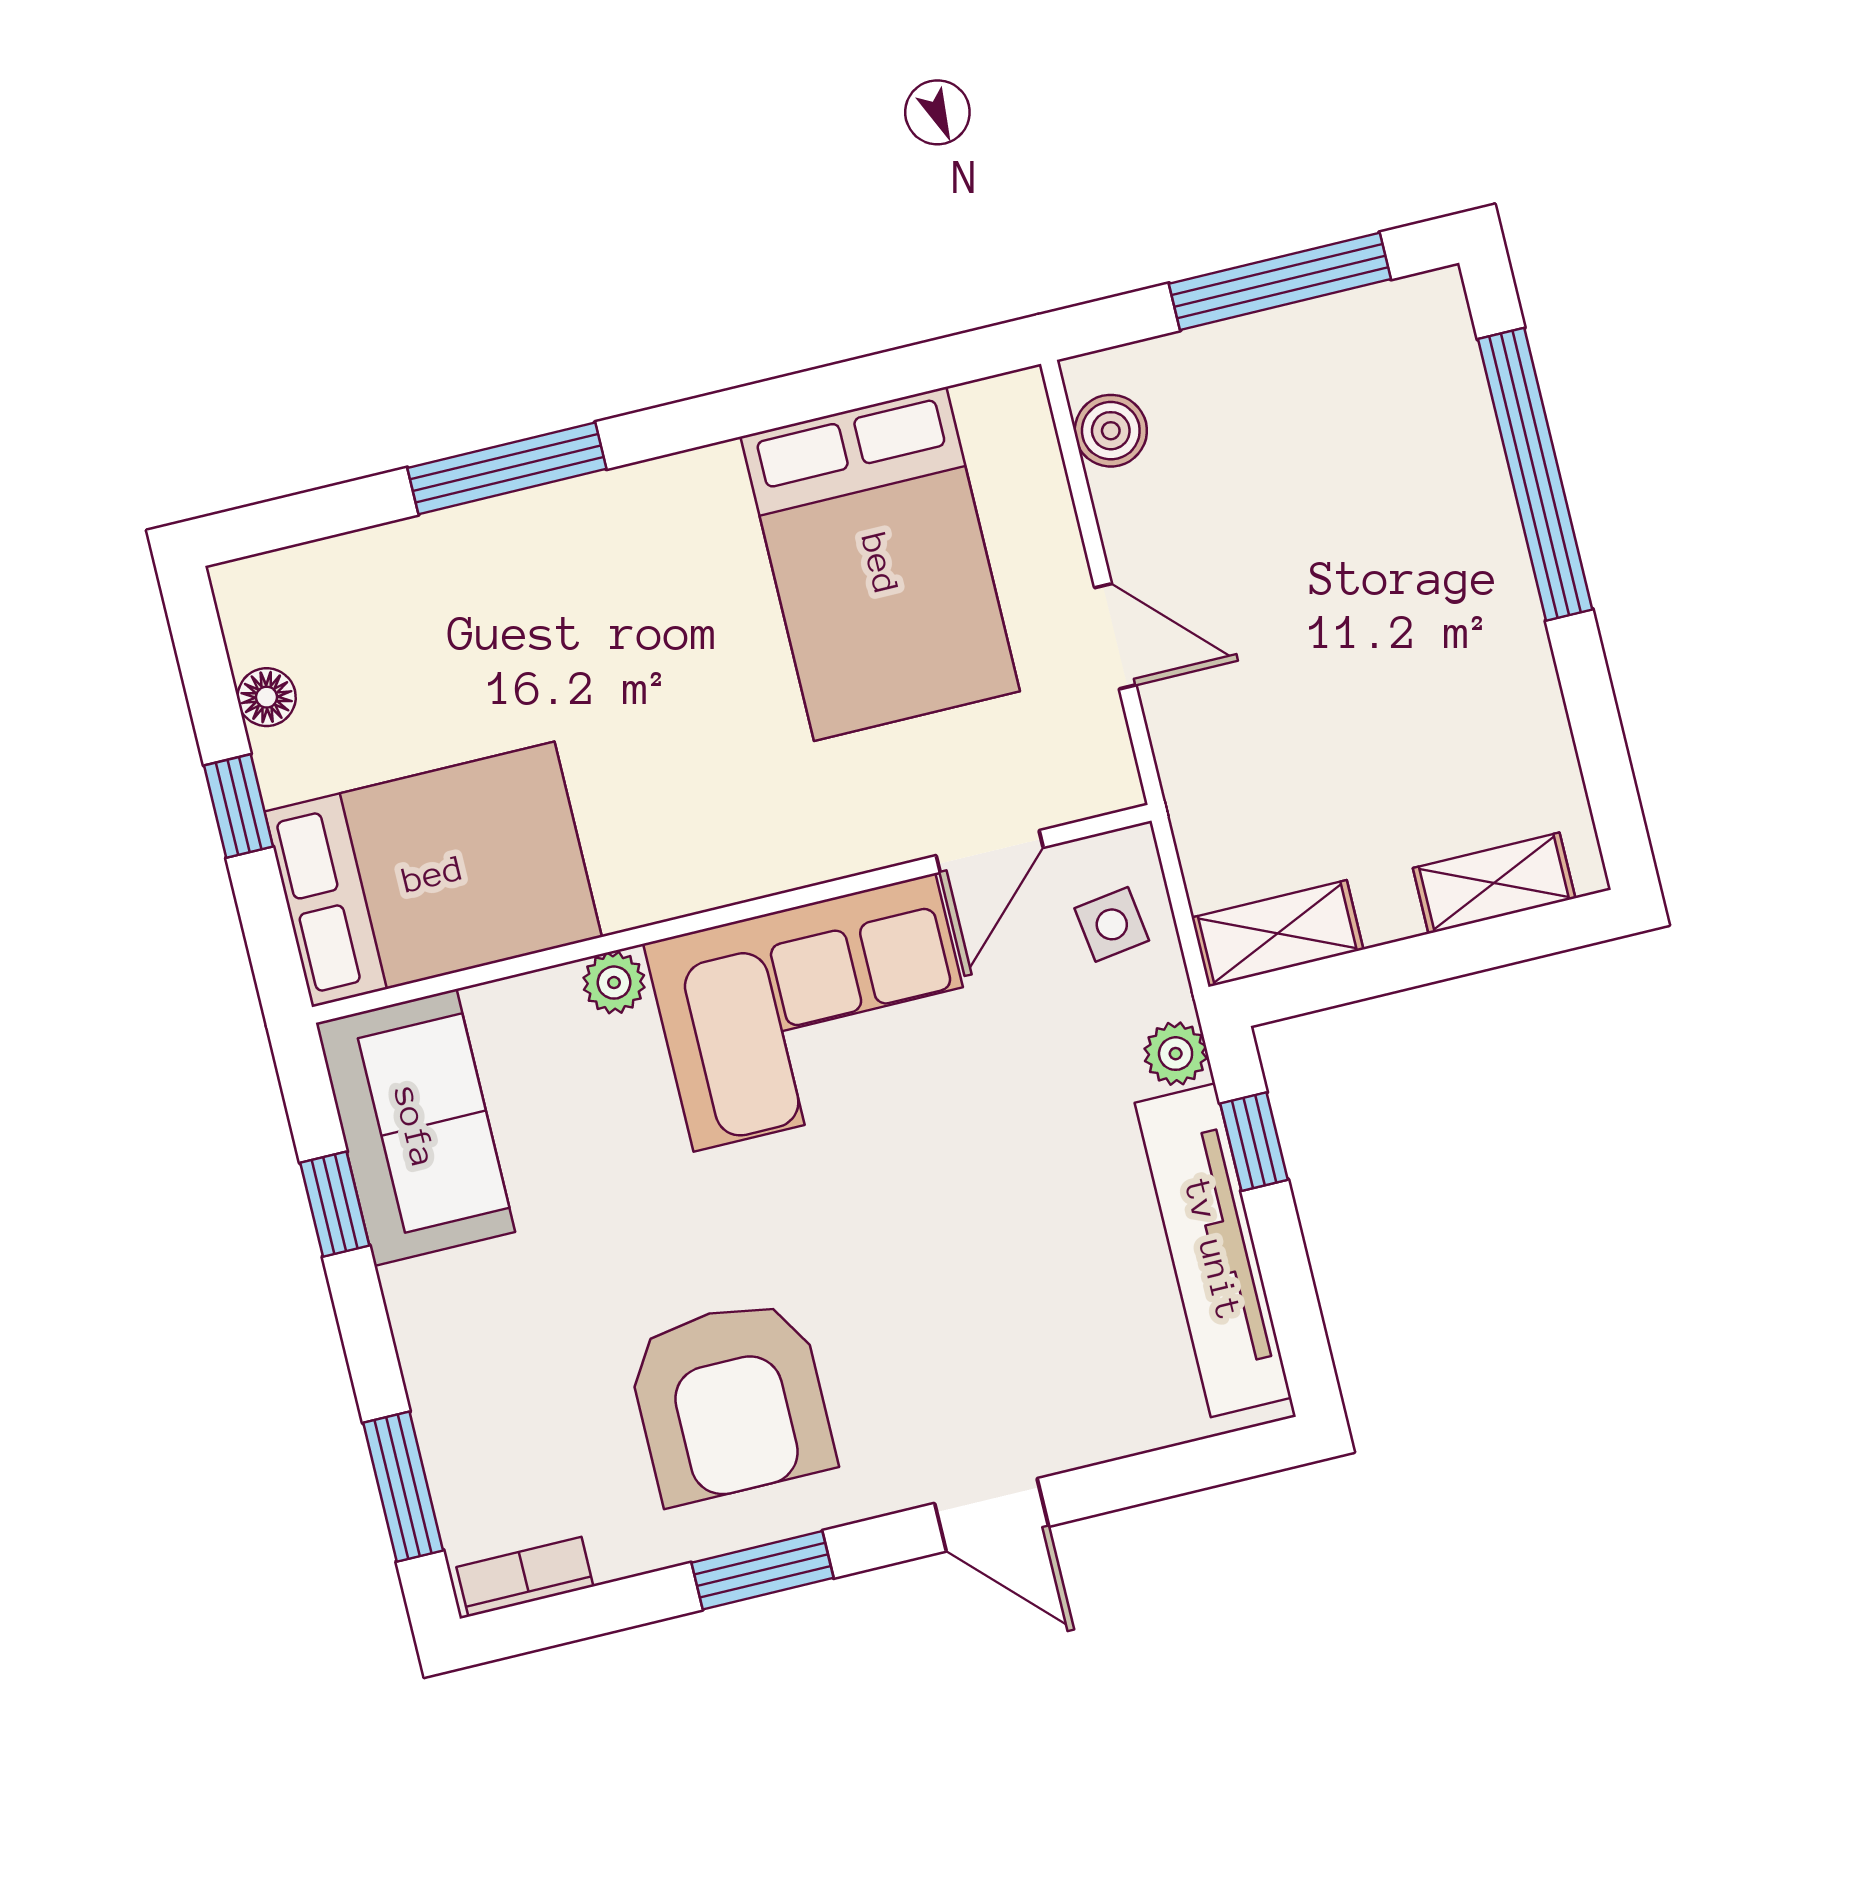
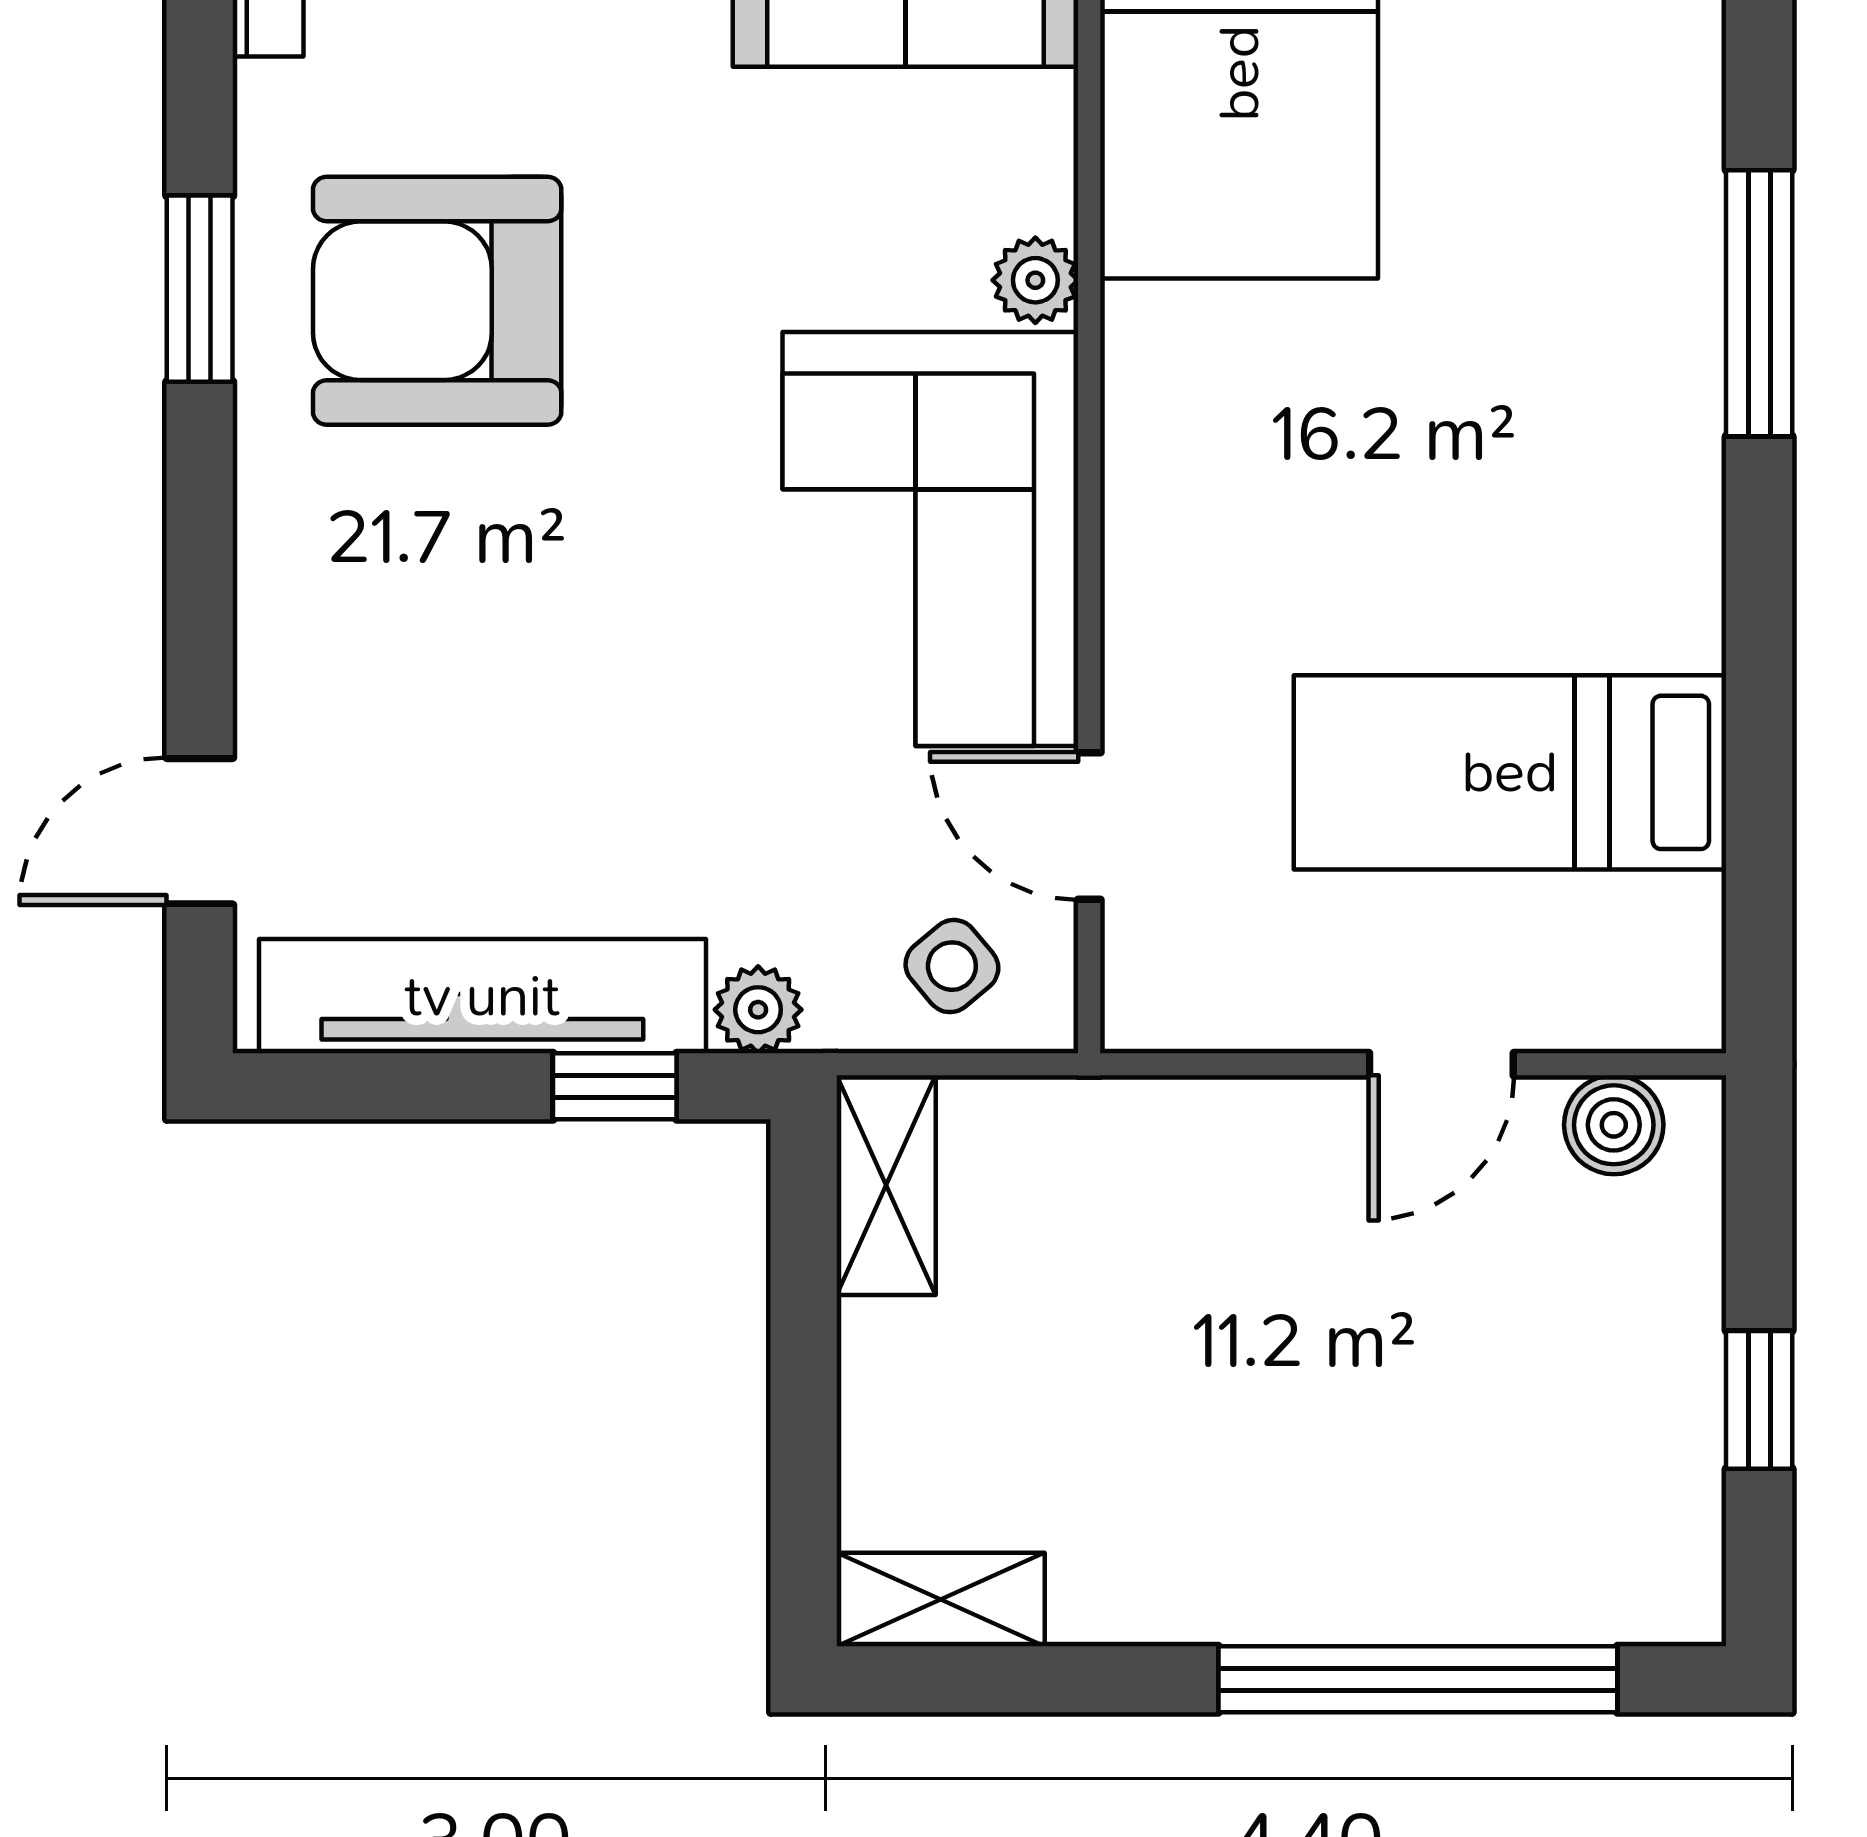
window: (1280, 281) -> (1759, 1400), width x0.46
bed: (880, 564) -> (1510, 772), width x0.67
door: (1115, 636) -> (1441, 1064), moved
shelving: (1494, 883) -> (941, 1599), moved, turned 90
side table: (1112, 924) -> (952, 966), turned -32
door: (992, 1515) -> (200, 831), moved

